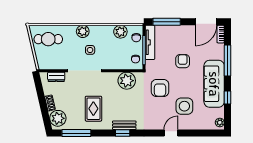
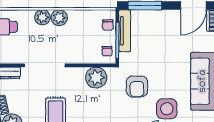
plant: (120, 32) -> (59, 18), moved
side table: (90, 50) -> (51, 40), removed
armchair: (183, 61) -> (165, 54), removed

